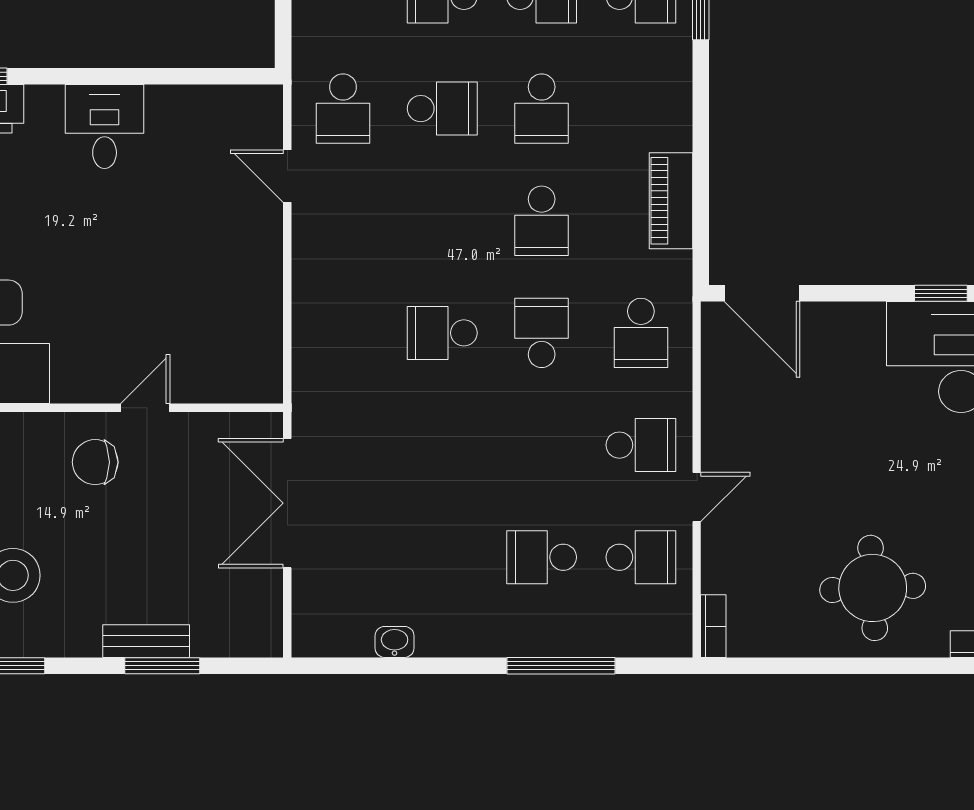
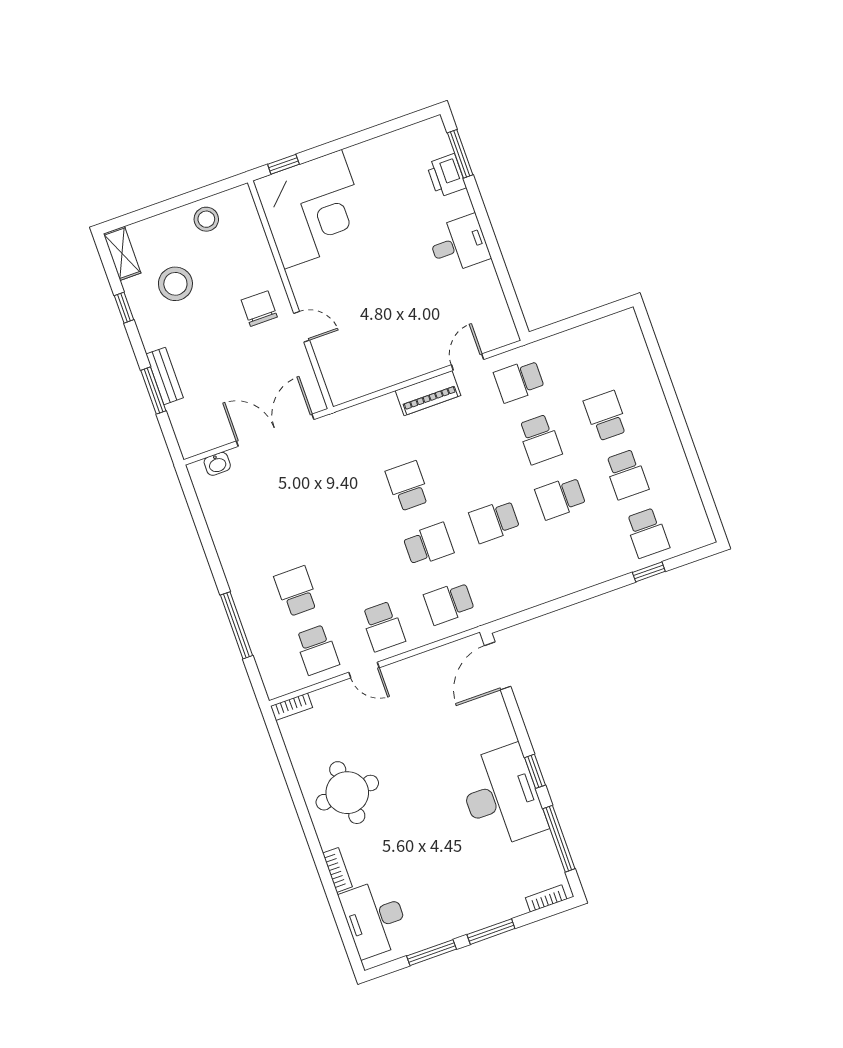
piano: (671, 201) -> (428, 393), moved, turned 180
washbasin: (395, 642) -> (217, 464), moved, turned 90

